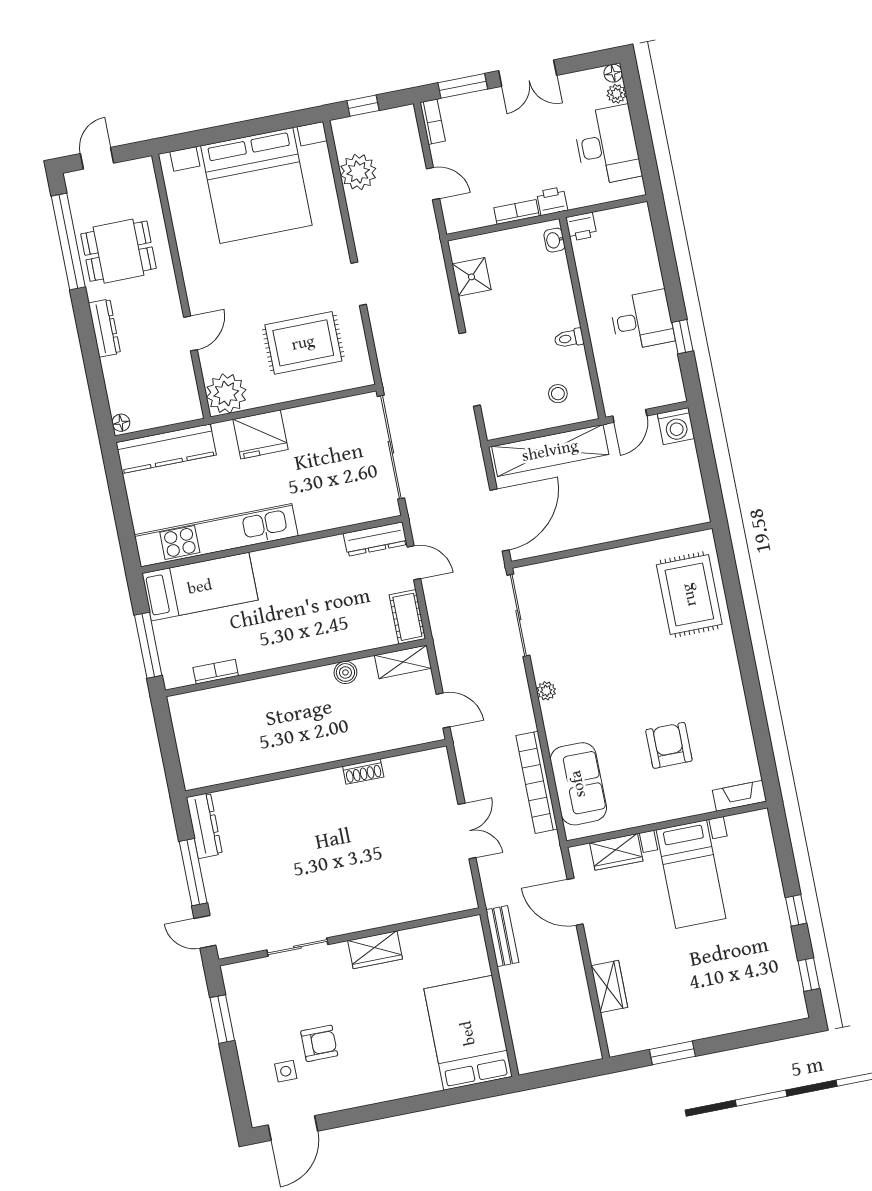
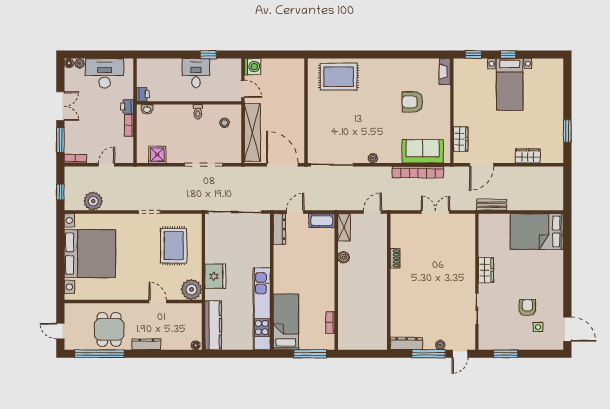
bed with nightstands: (691, 874) -> (510, 84), moved, turned 90
plant: (214, 891) -> (440, 345), added
window: (809, 975) -> (473, 55), moved

